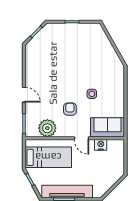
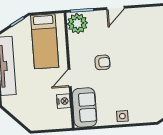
side table: (92, 94) -> (122, 116), moved
plant: (47, 128) -> (77, 23), moved

